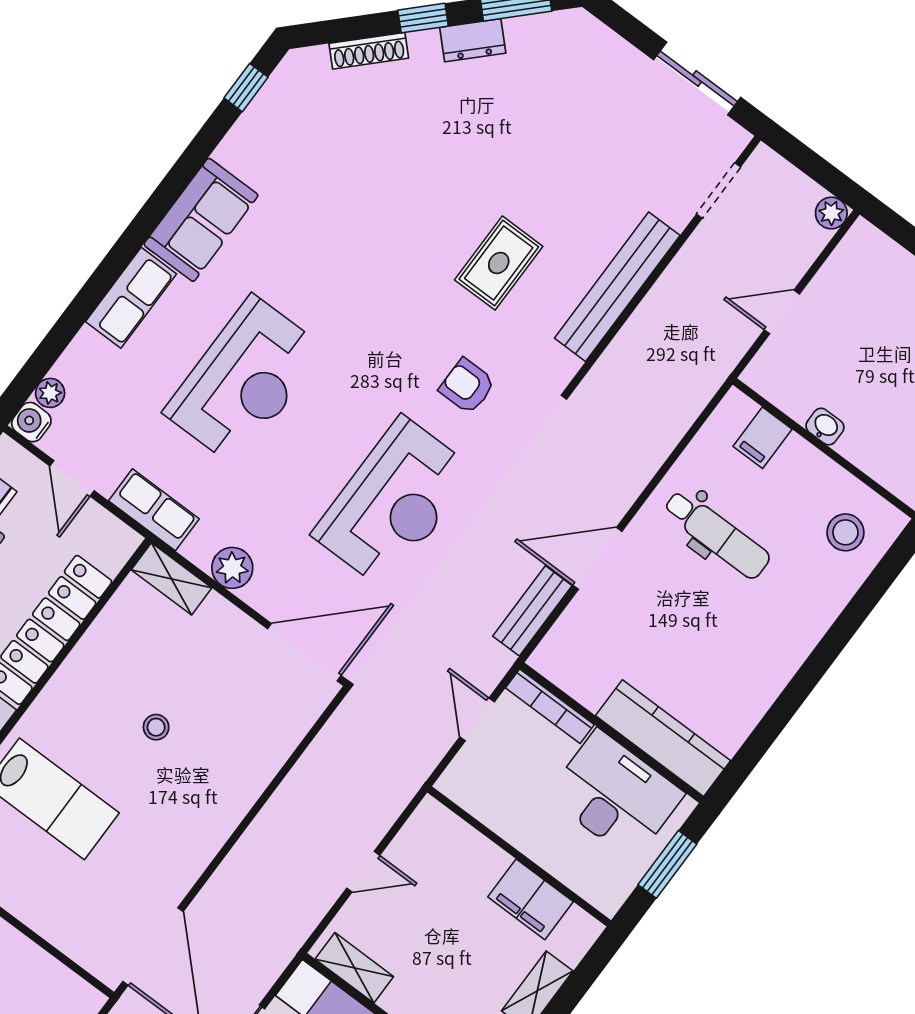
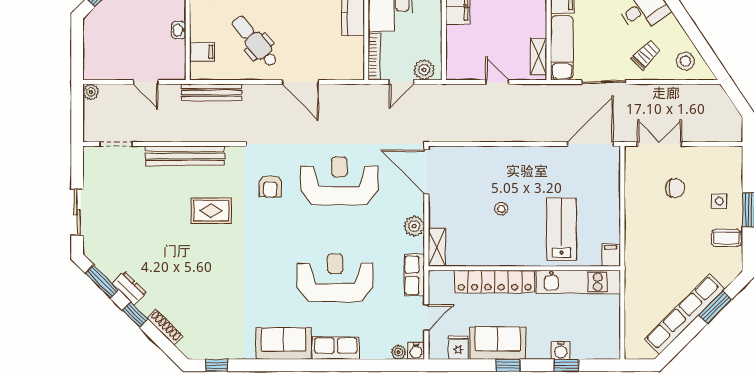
sliding door: (697, 78) -> (77, 212), moved
dental chair: (717, 534) -> (255, 41), turned -40
bench: (532, 611) -> (211, 92), moved, width x1.36
plant: (469, 770) -> (424, 70), added

